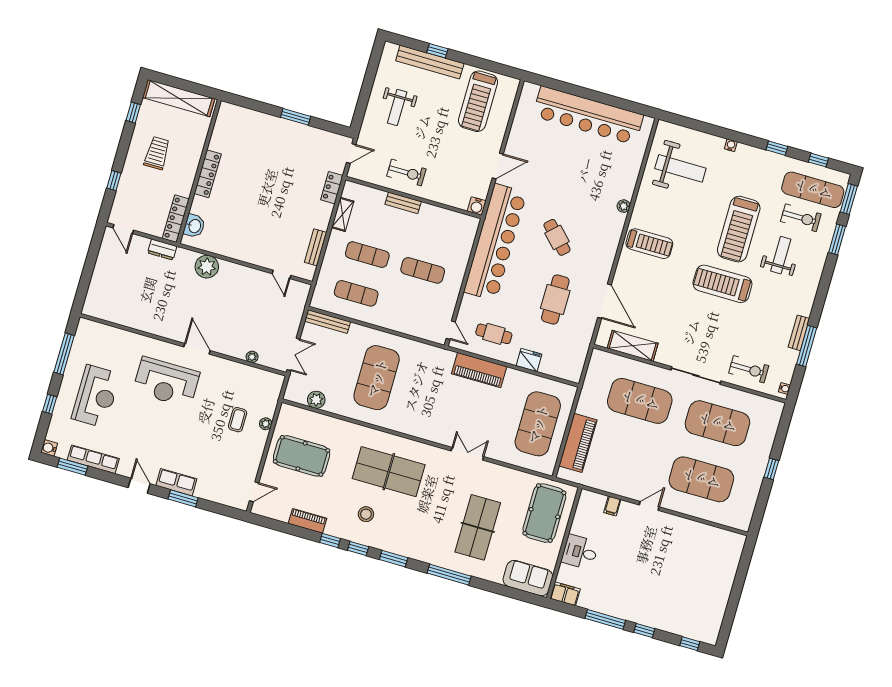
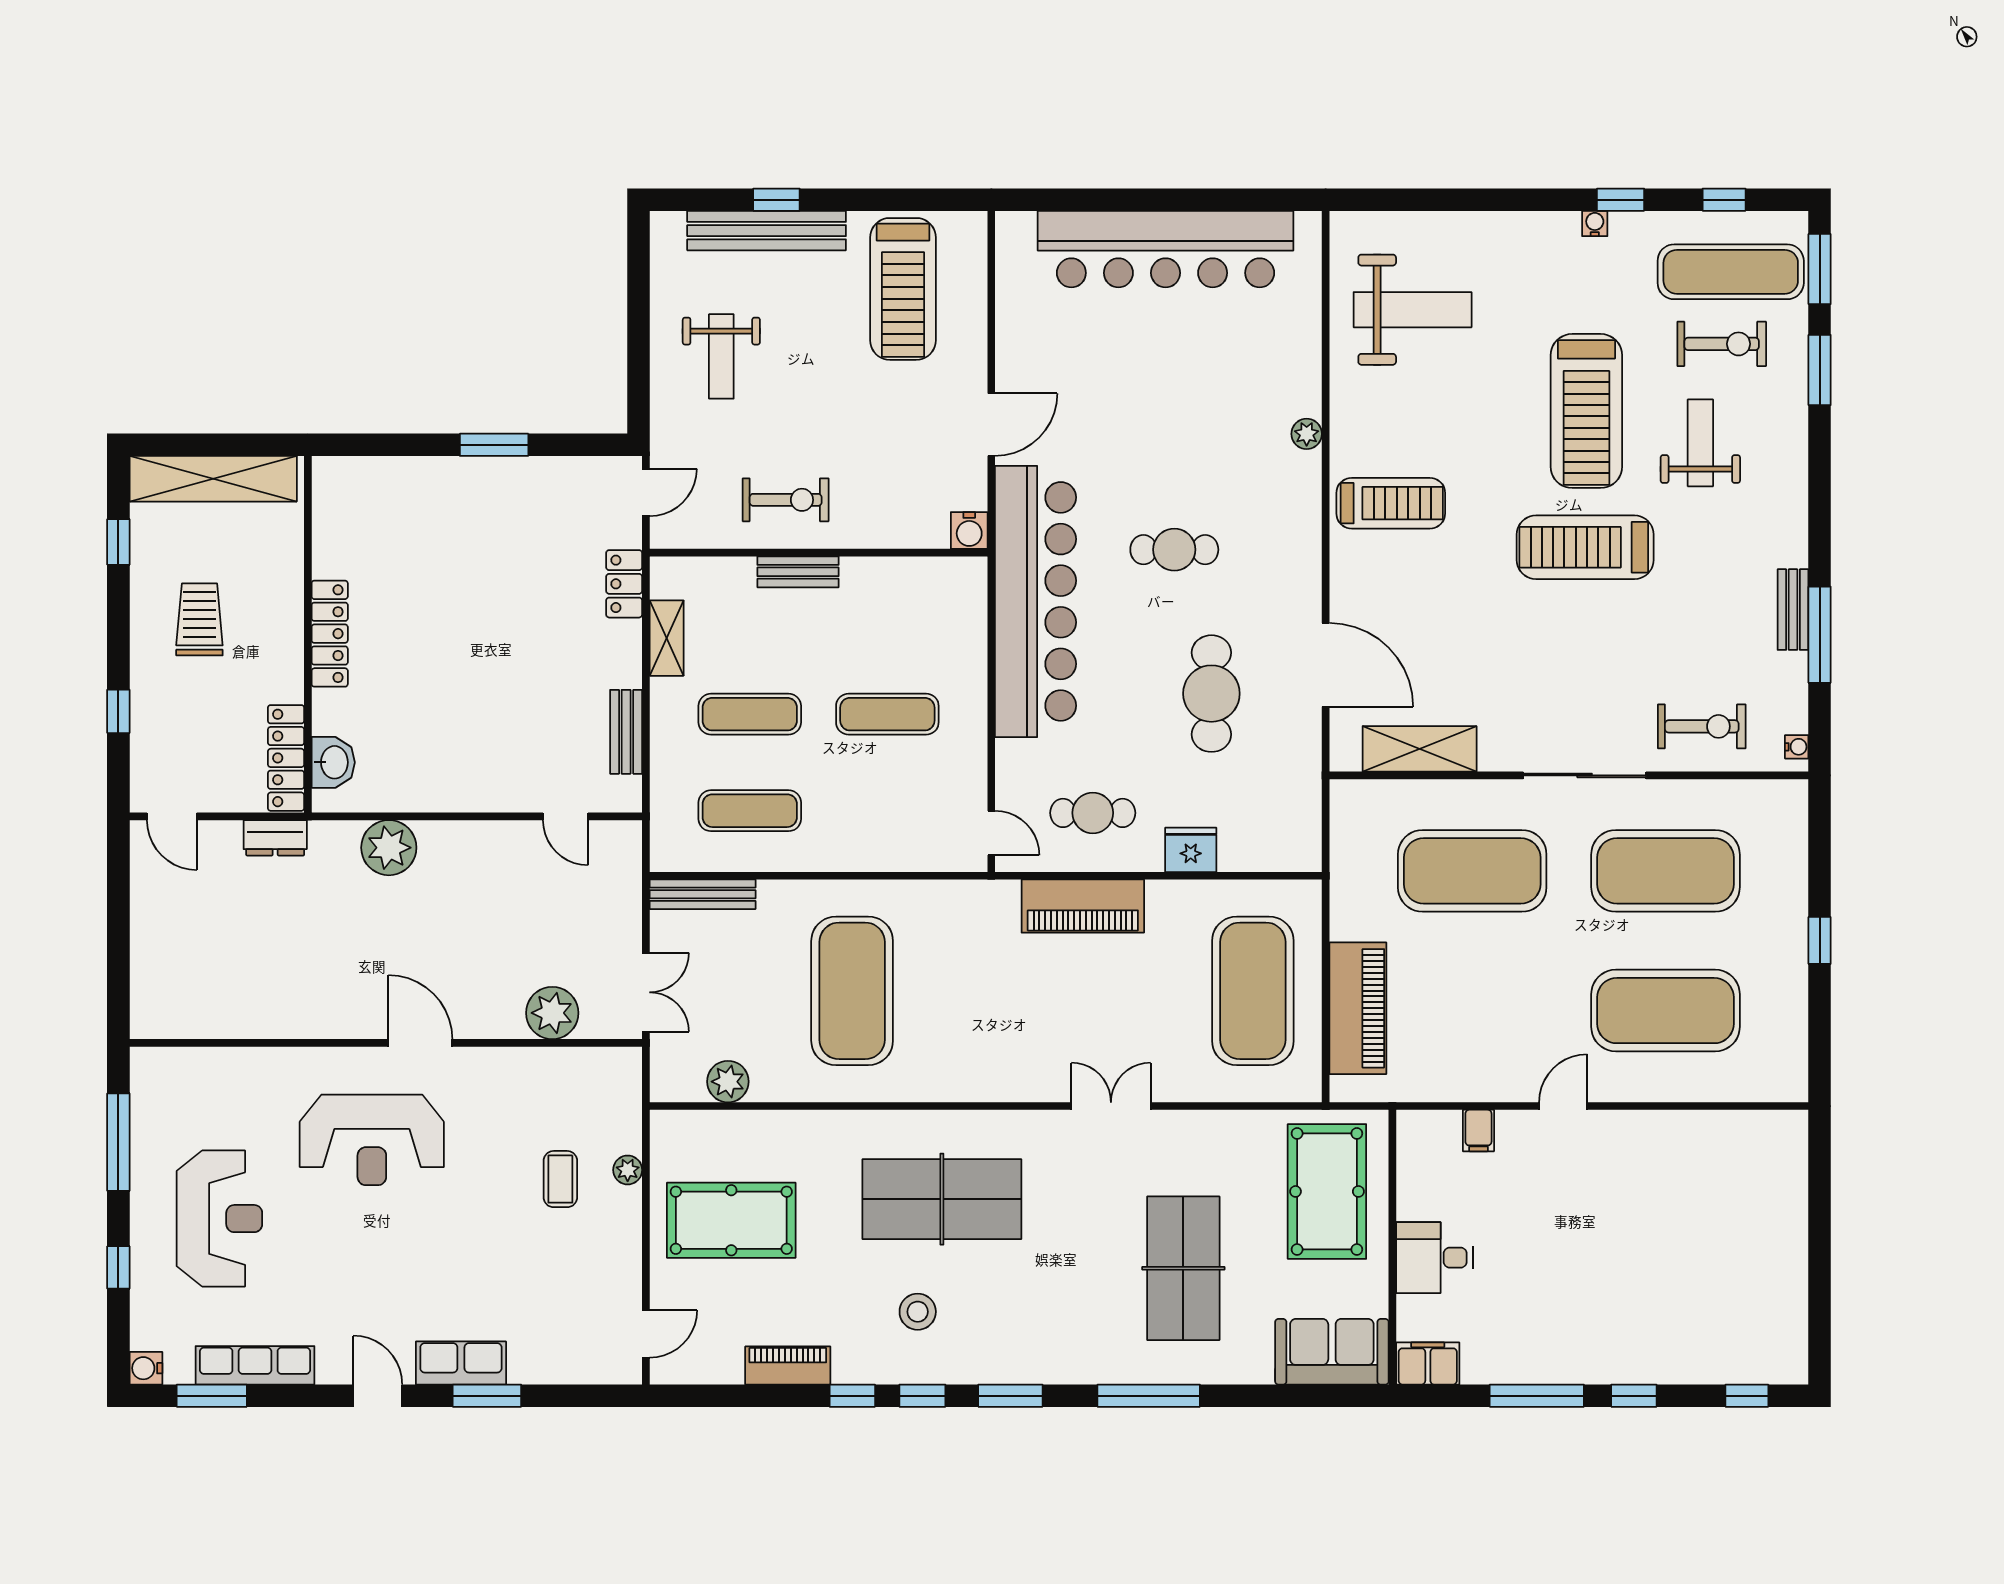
water cooler: (731, 145) -> (1595, 223), moved
cafe table: (557, 237) -> (1174, 550), turned -46
plant: (252, 357) -> (552, 1013), width x1.88, depth x1.88

